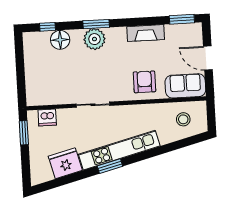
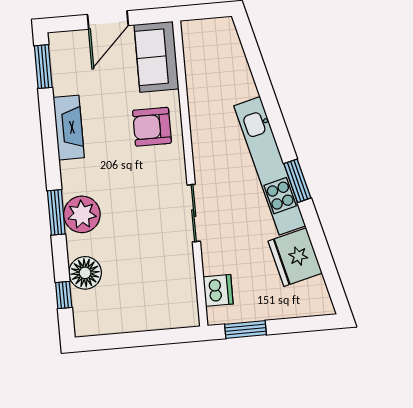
stool: (183, 119) -> (214, 59), removed

